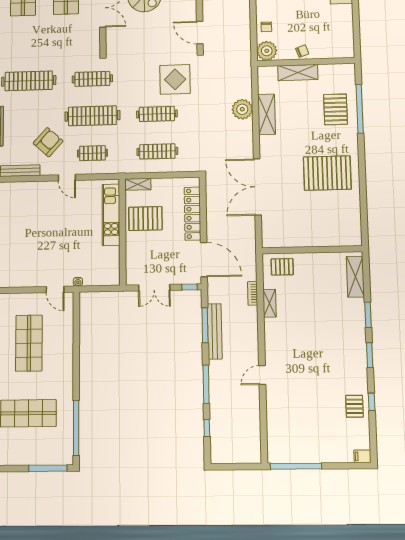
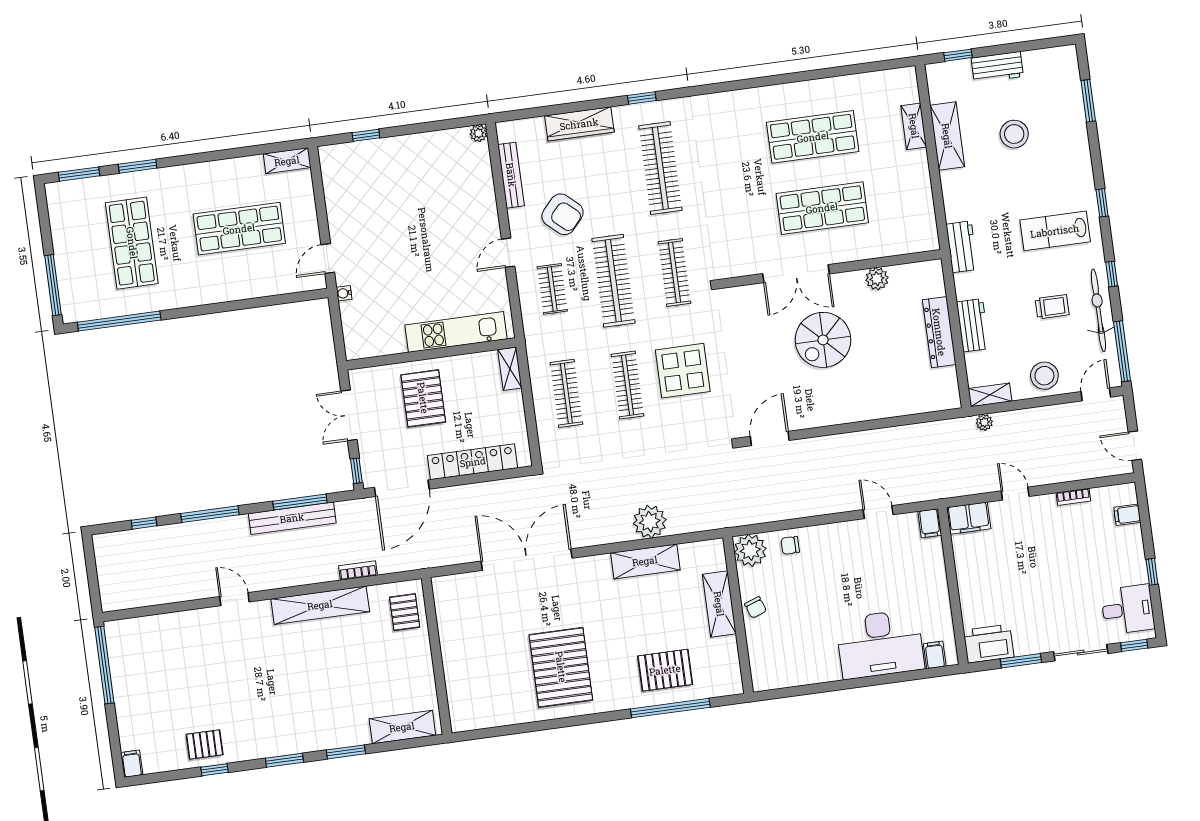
display table: (175, 79) -> (683, 371), moved
pallet: (145, 219) -> (423, 398), moved
shelving: (270, 303) -> (320, 605), width x2.20, depth x1.33

